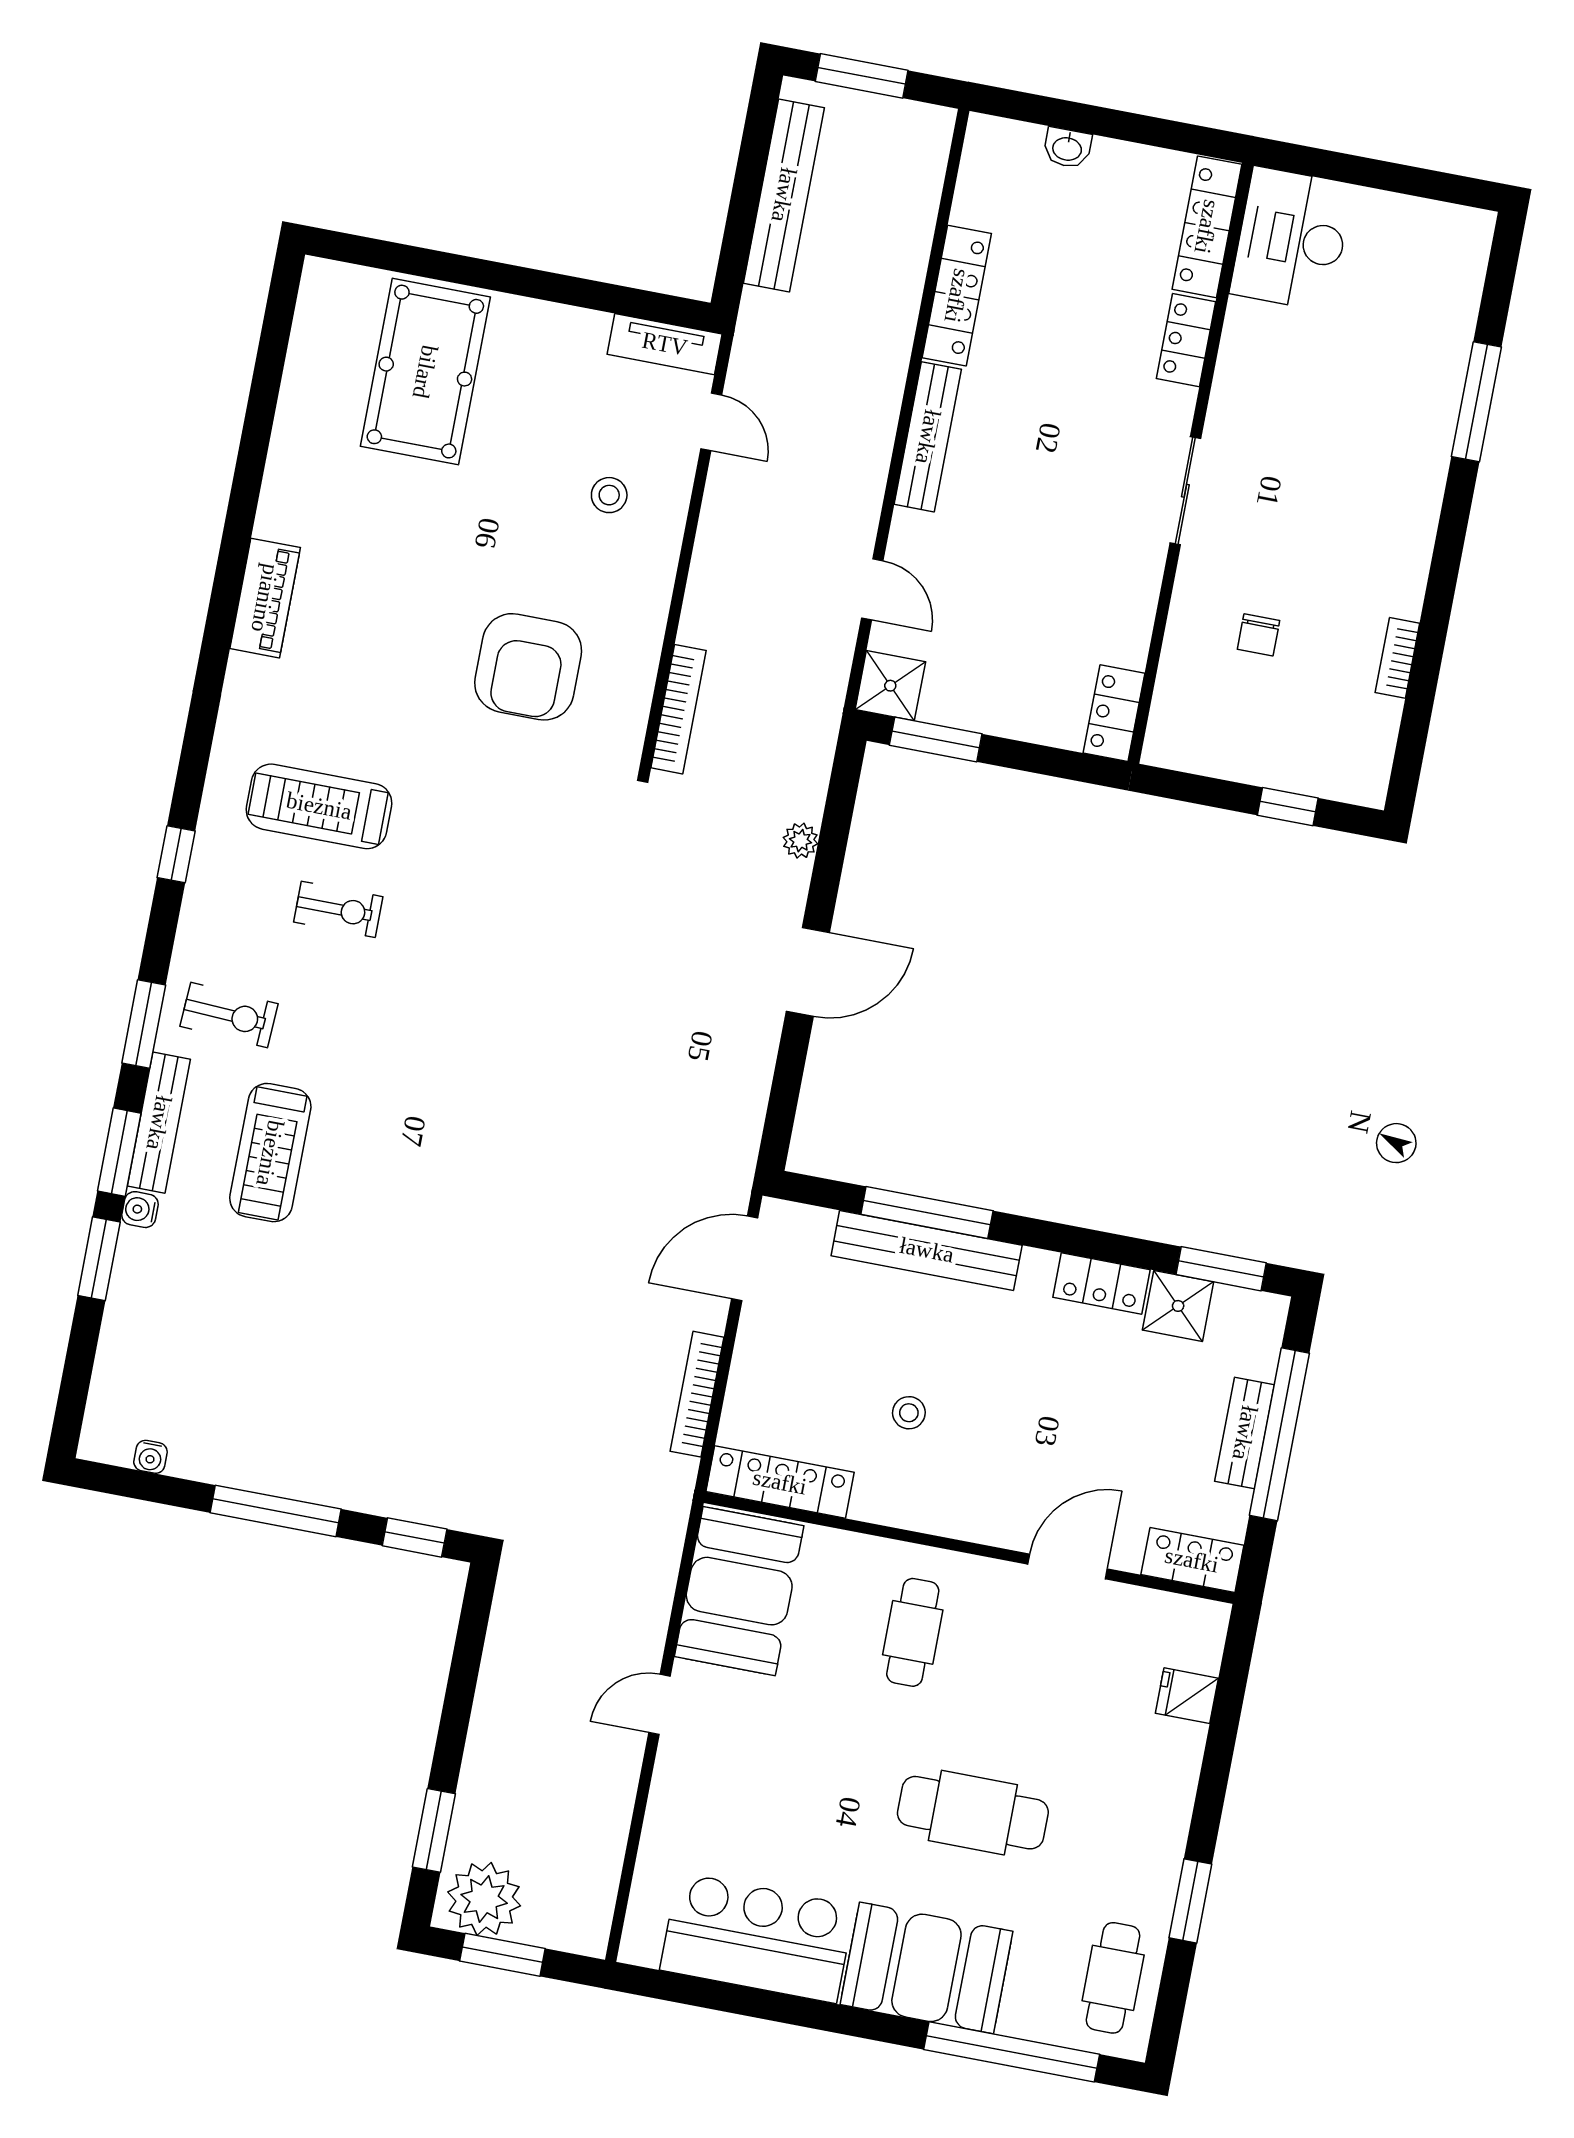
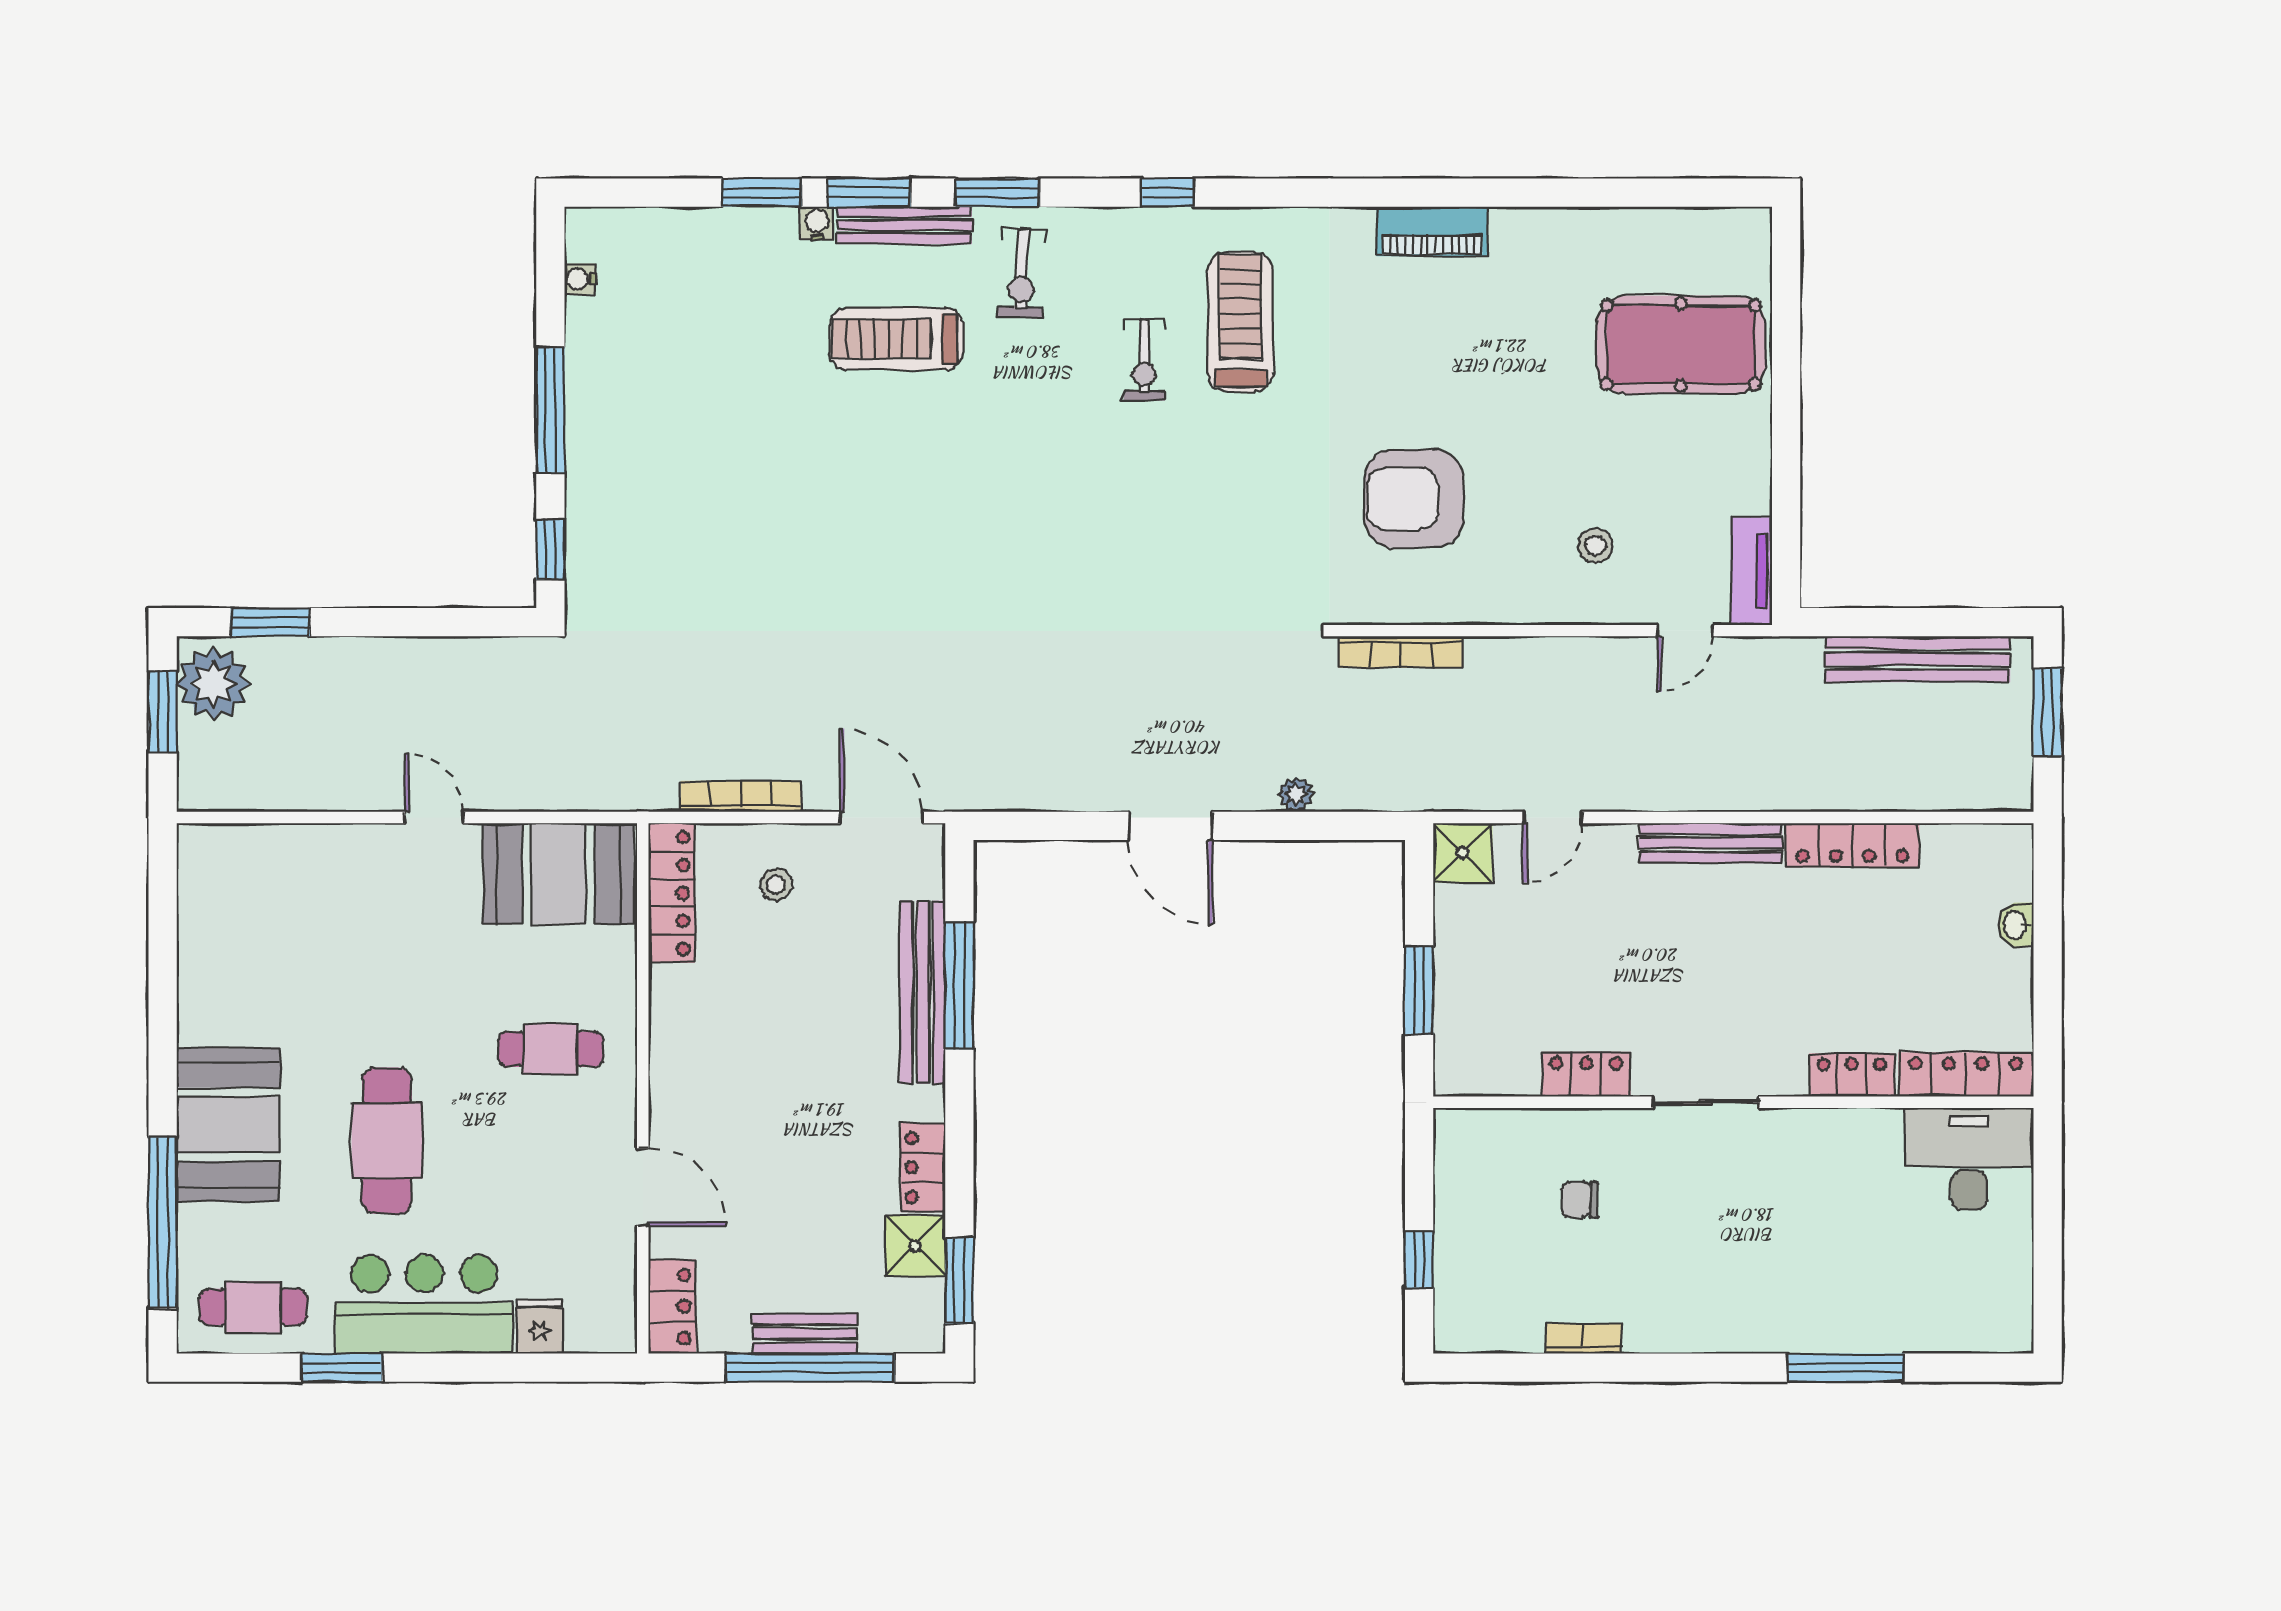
locker: (1114, 713) -> (1586, 1074), moved
window: (936, 739) -> (1419, 990), moved
stool: (909, 1413) -> (776, 884), moved
bar counter: (757, 1938) -> (424, 1304), moved, turned -90

